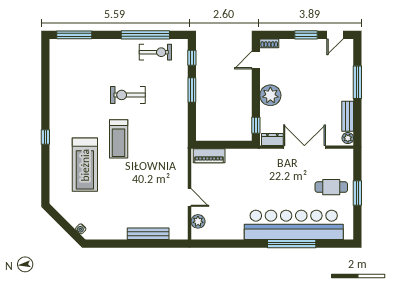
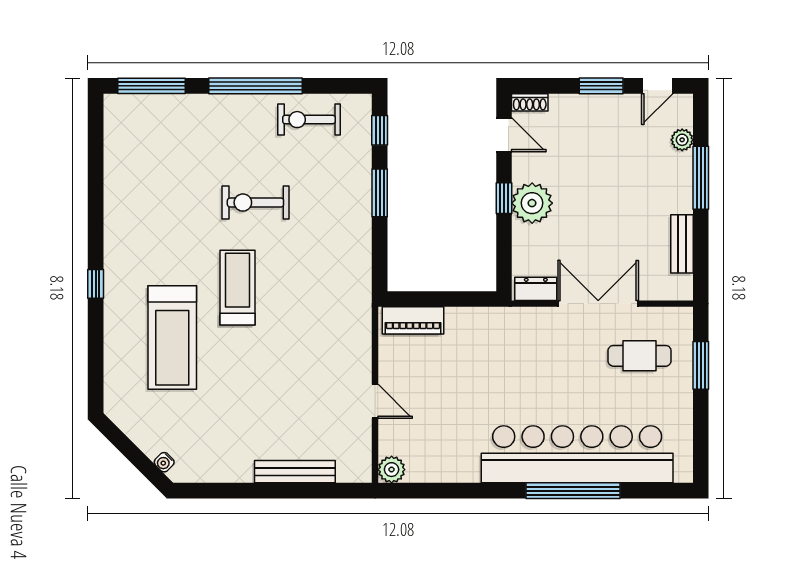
window: (145, 35) -> (255, 86), moved
exercise bike: (155, 52) -> (309, 120), turned 180
door: (256, 60) -> (504, 135), swing flipped
window: (256, 125) -> (504, 198), moved
plant: (348, 138) -> (682, 140), moved
treadmill: (119, 139) -> (237, 288), turned 180
cafe table: (331, 187) -> (640, 356), moved
window: (357, 193) -> (701, 365), moved
plant: (198, 221) -> (392, 470), moved

